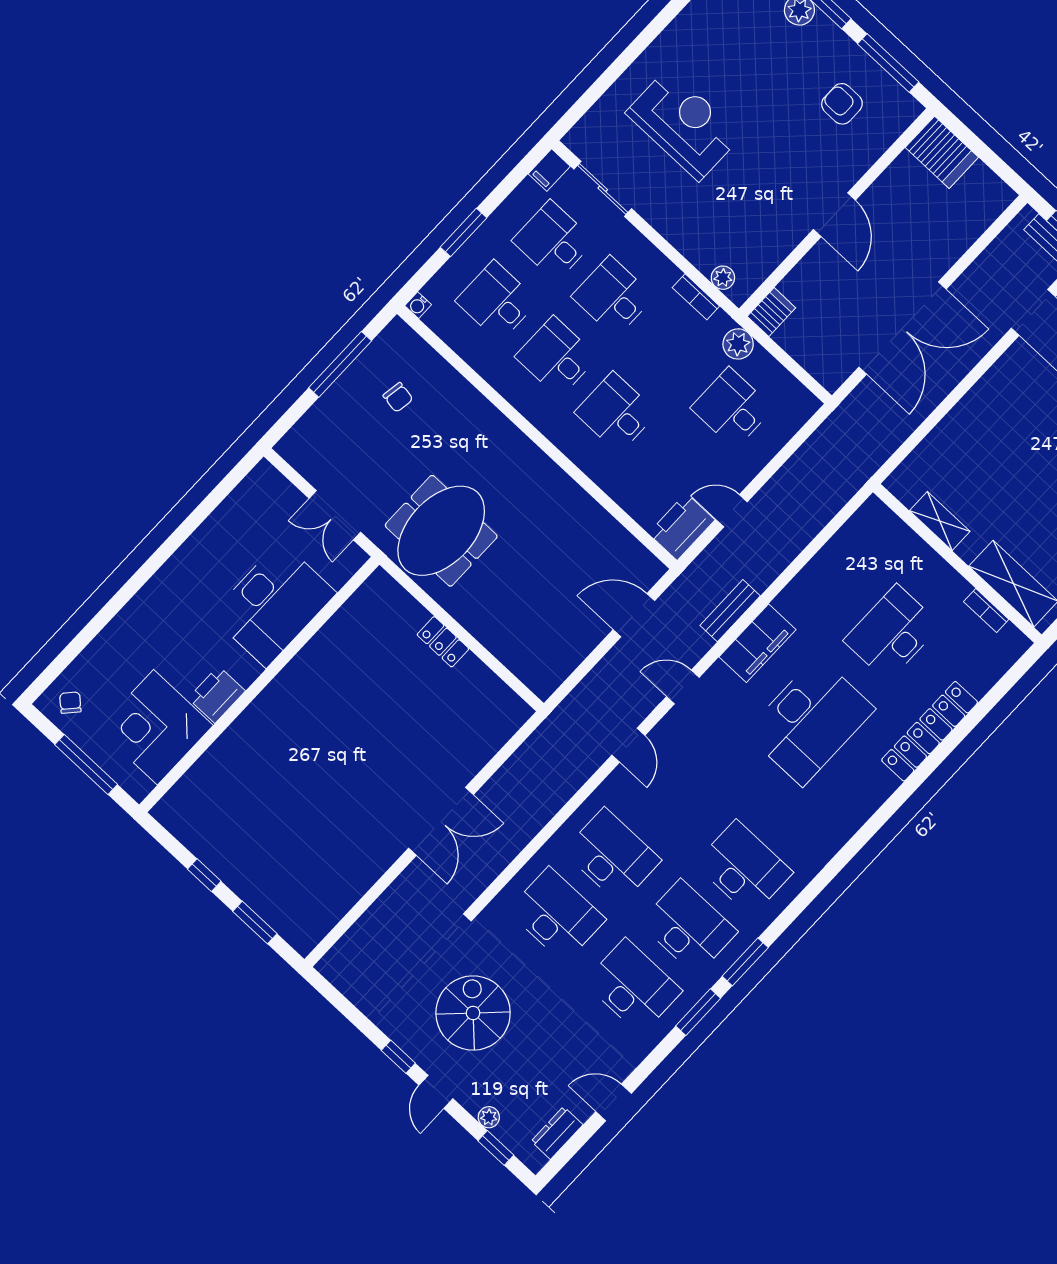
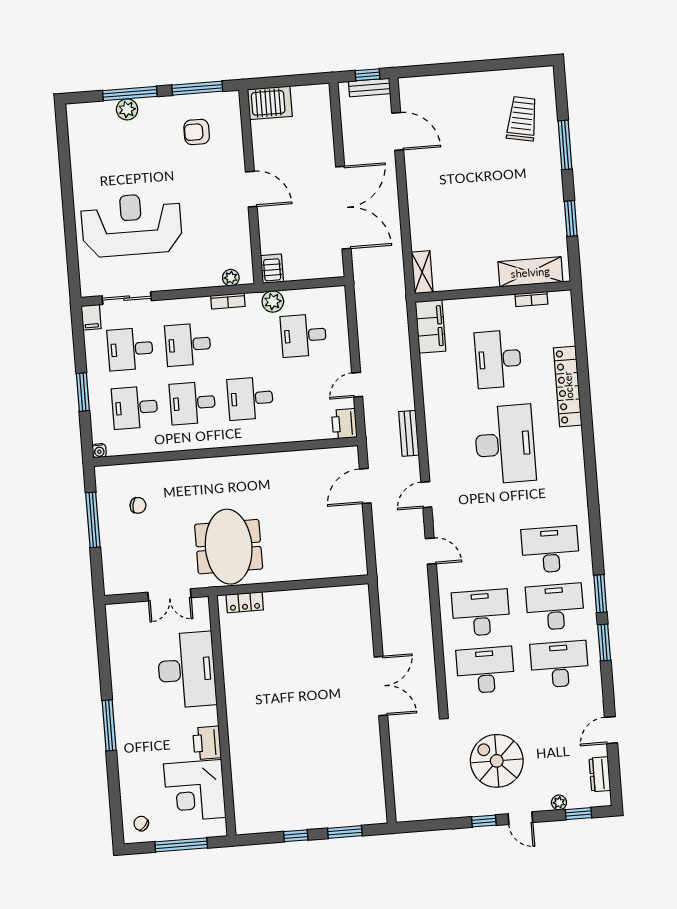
reception desk: (684, 124) -> (132, 225), width x1.36, depth x1.30
shelving: (940, 521) -> (422, 272), moved, turned 90
printer: (682, 527) -> (344, 424), width x0.73, depth x0.84
window: (142, 576) -> (109, 725), added
locker: (443, 642) -> (245, 602), moved
filing cabinet: (757, 643) -> (430, 326), moved

